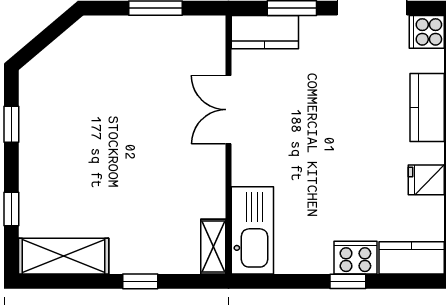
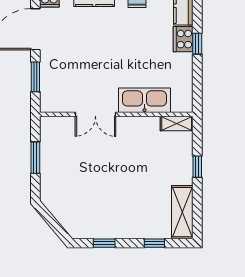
kitchen counter: (265, 32) -> (49, 93), removed
kitchen sink: (252, 230) -> (144, 100), moved

